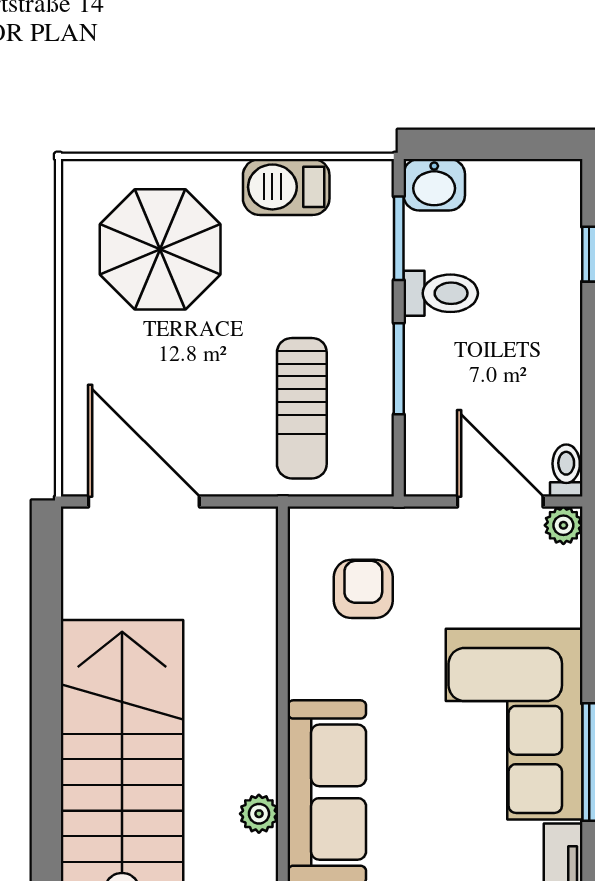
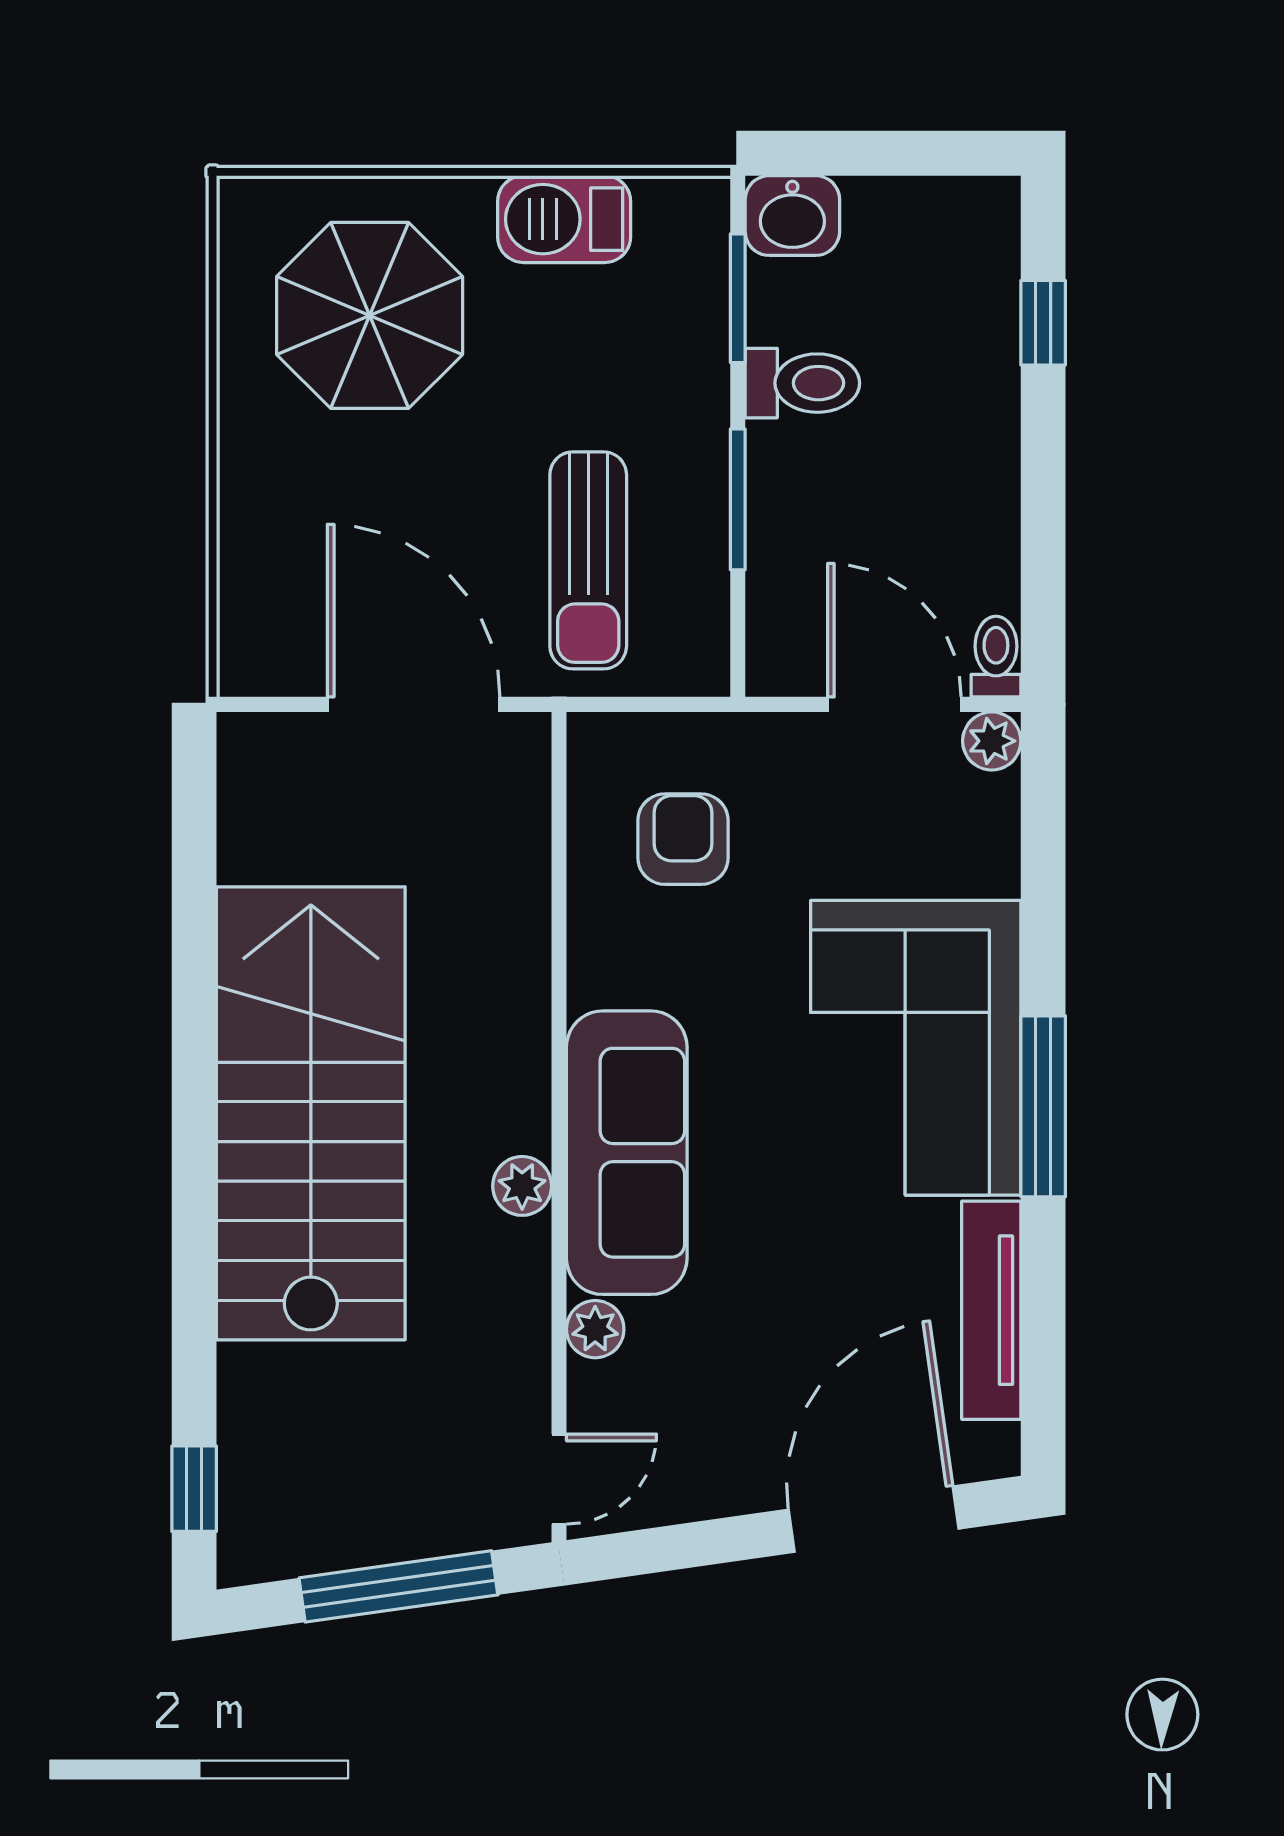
door: (144, 502) -> (414, 704), moved

